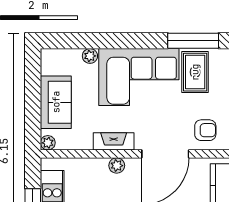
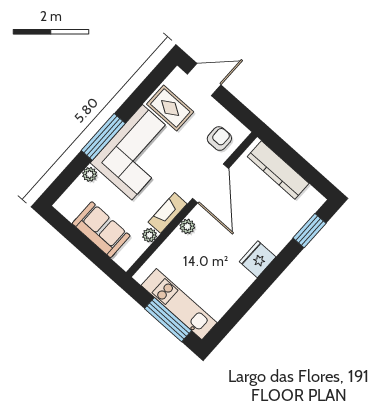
window: (193, 41) -> (103, 137), moved
plant: (48, 143) -> (150, 235), moved

